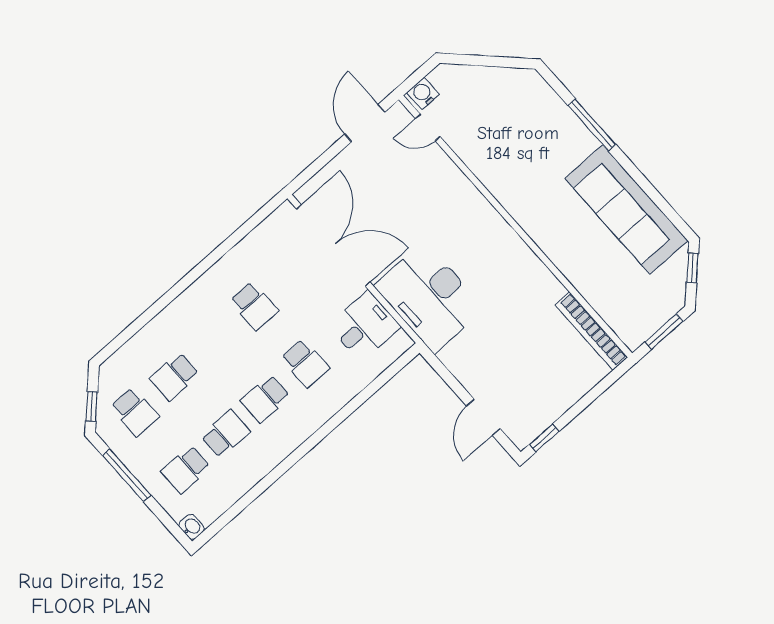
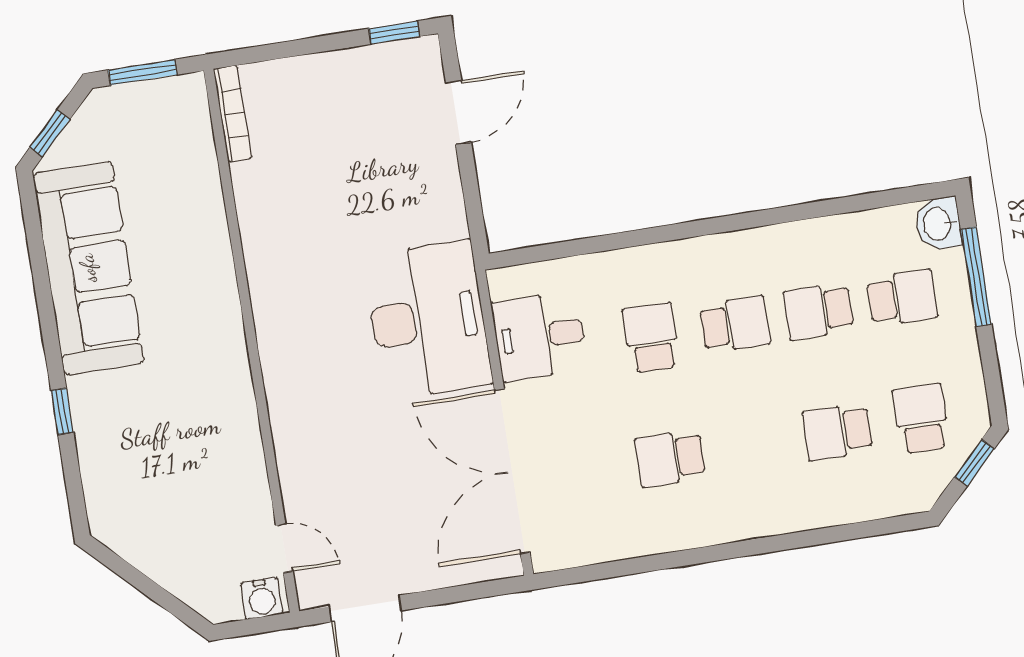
window: (592, 125) -> (62, 411), width x0.46
school desk: (254, 306) -> (670, 458), turned -90
bookcase: (591, 331) -> (232, 114), width x0.68, depth x0.76
school desk: (174, 377) -> (838, 432), turned 180
window: (127, 475) -> (976, 277), moved
washbasin: (191, 527) -> (938, 224), width x1.38, depth x1.45

